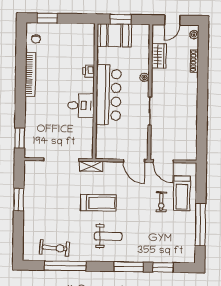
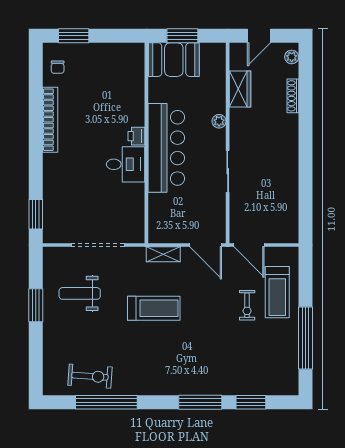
printer: (89, 71) -> (136, 136), moved
shelving: (91, 166) -> (163, 254), moved
weight bench: (108, 236) -> (80, 293), moved, turned 180

